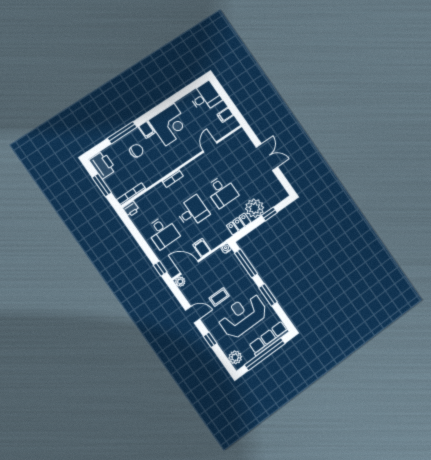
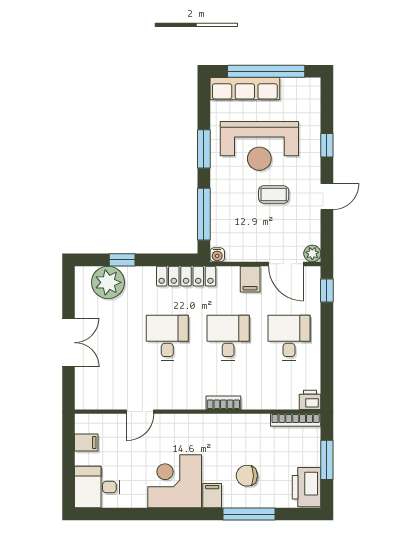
double door: (267, 157) -> (69, 343), swing flipped
plant: (255, 208) -> (108, 282), moved
desk: (193, 212) -> (228, 338), turned 90
locker: (239, 224) -> (186, 276), width x1.53
door: (193, 315) -> (327, 197), swing flipped
plant: (235, 357) -> (309, 97), removed

